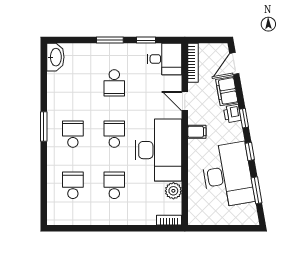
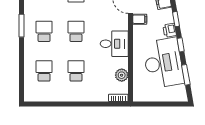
printer: (232, 114) -> (170, 30), moved
filing cabinet: (197, 132) -> (140, 19), moved
desk: (158, 150) -> (114, 44), width x0.53, depth x0.77

